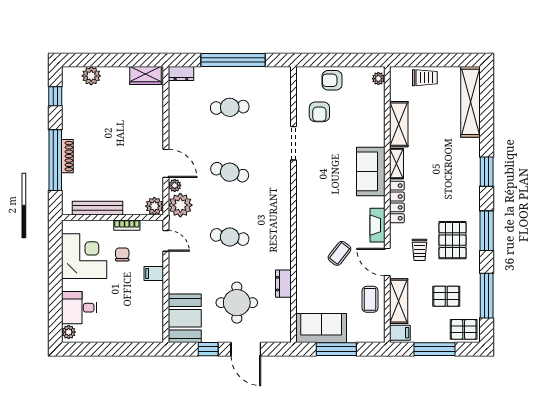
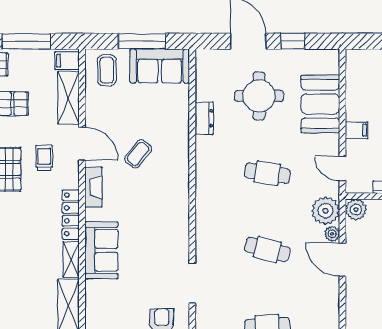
coffee table: (370, 299) -> (107, 70), moved
booth: (185, 318) -> (320, 104), moved

